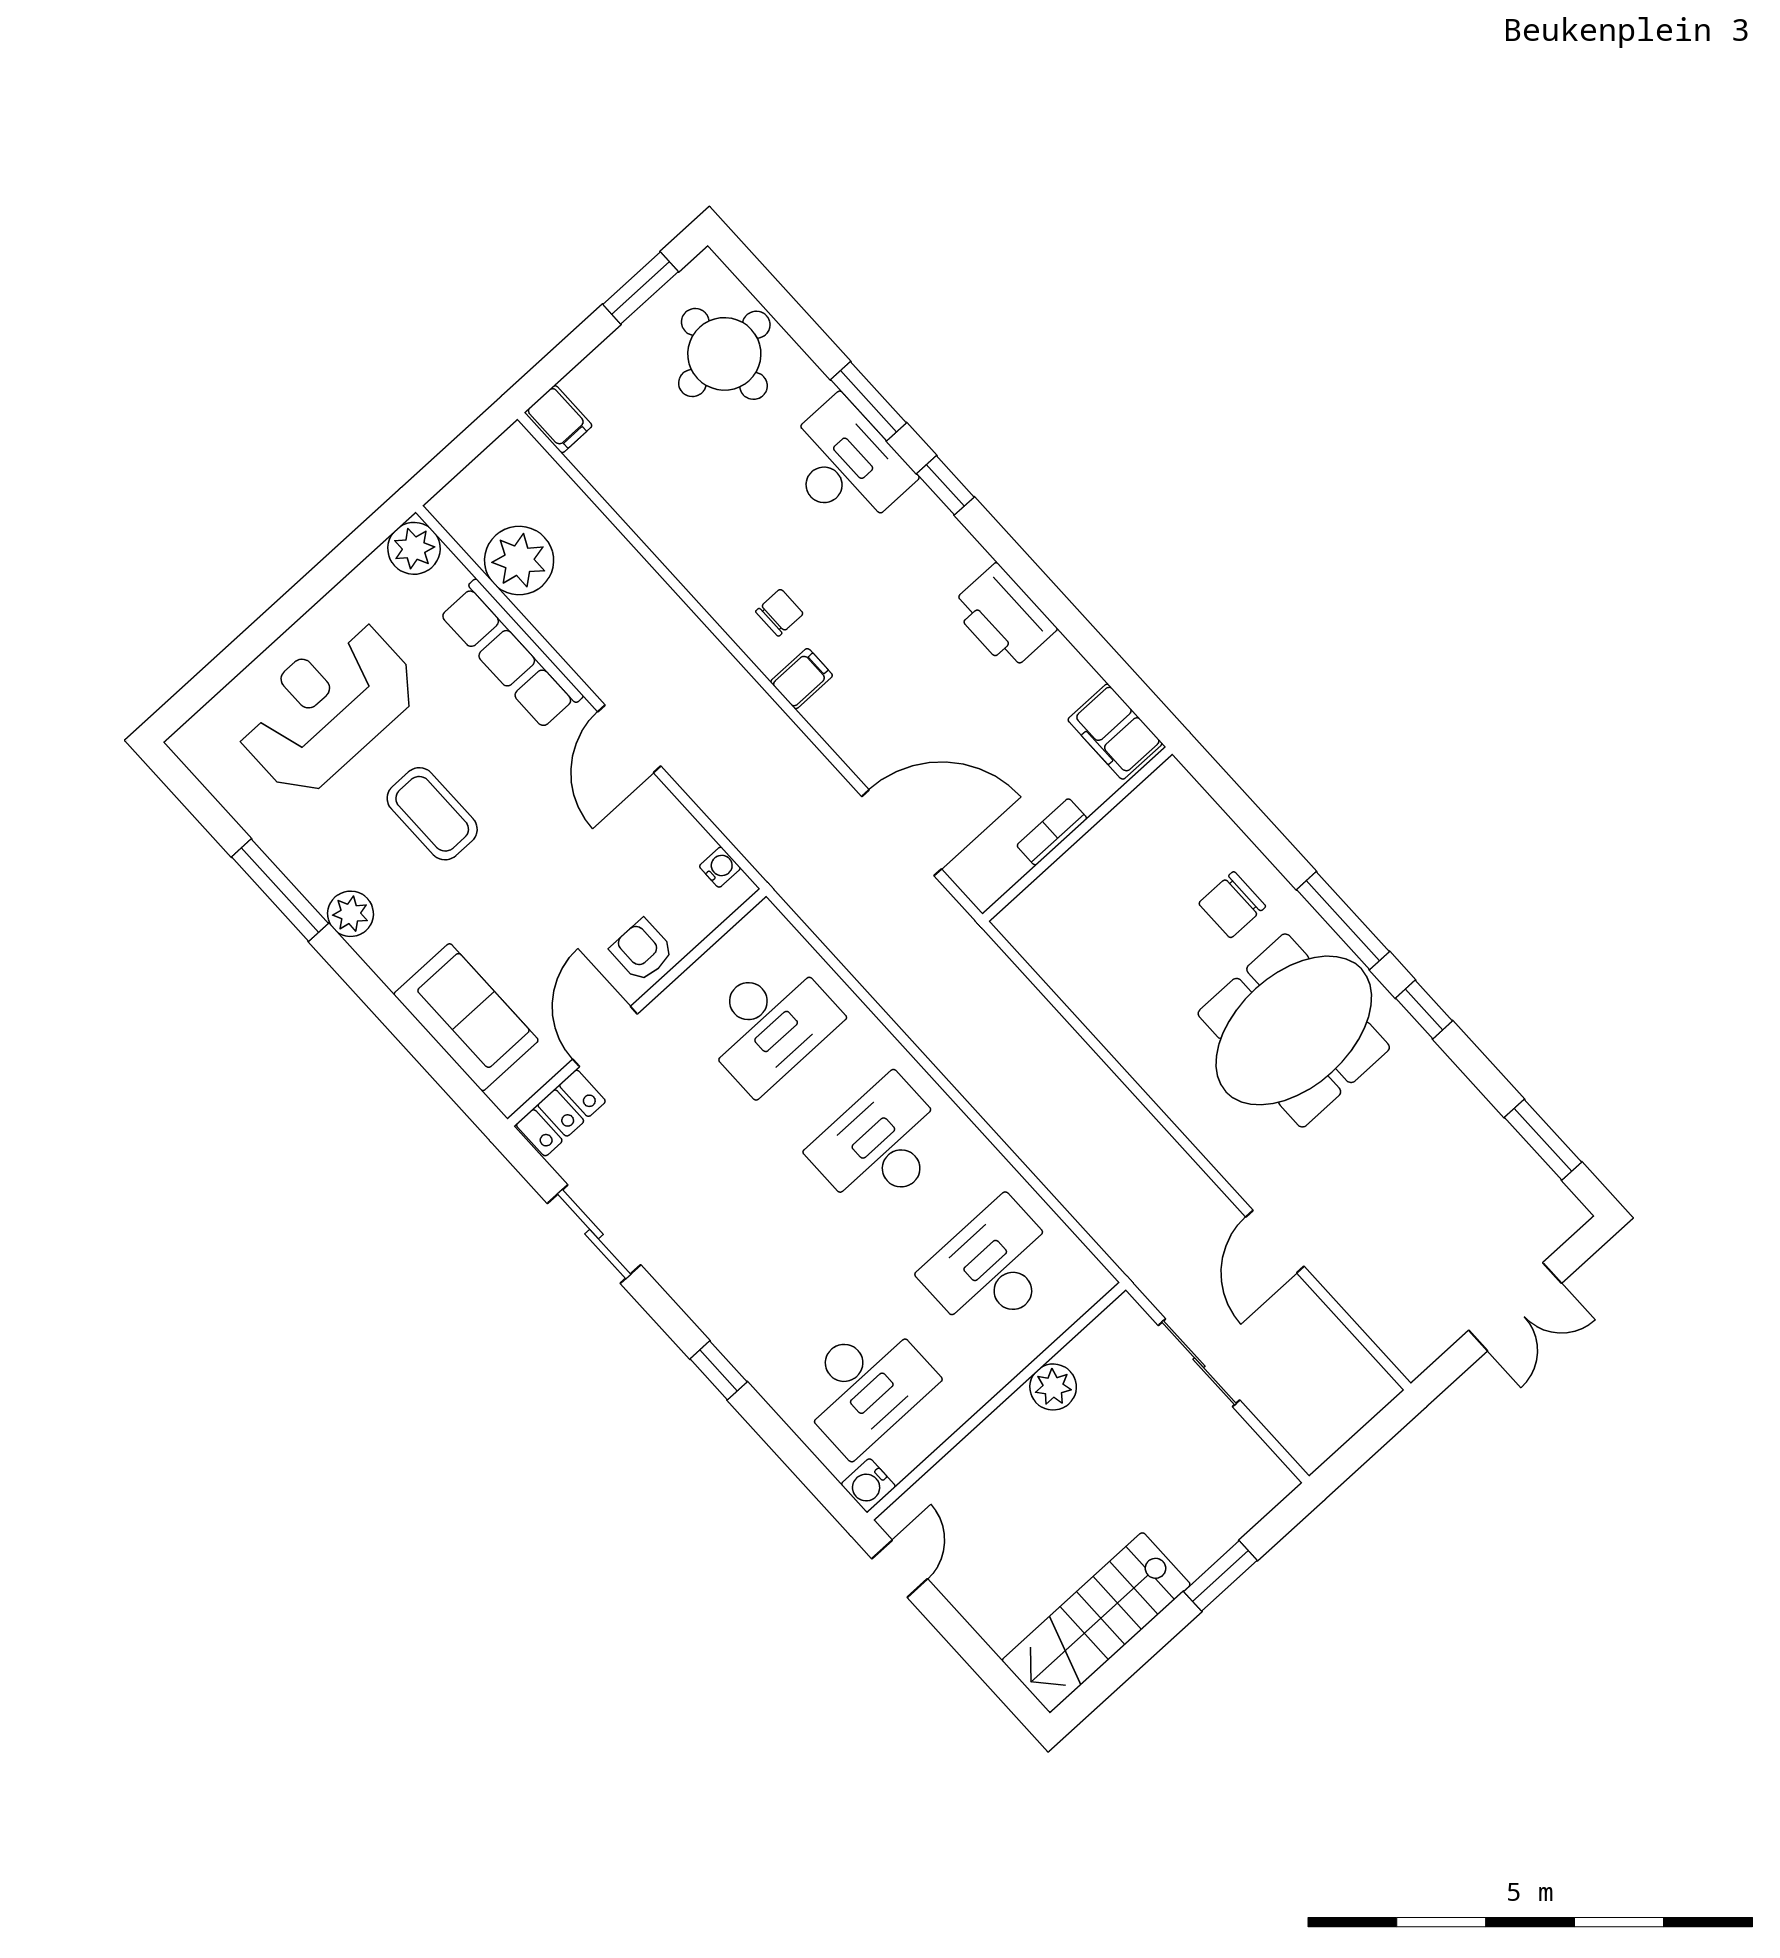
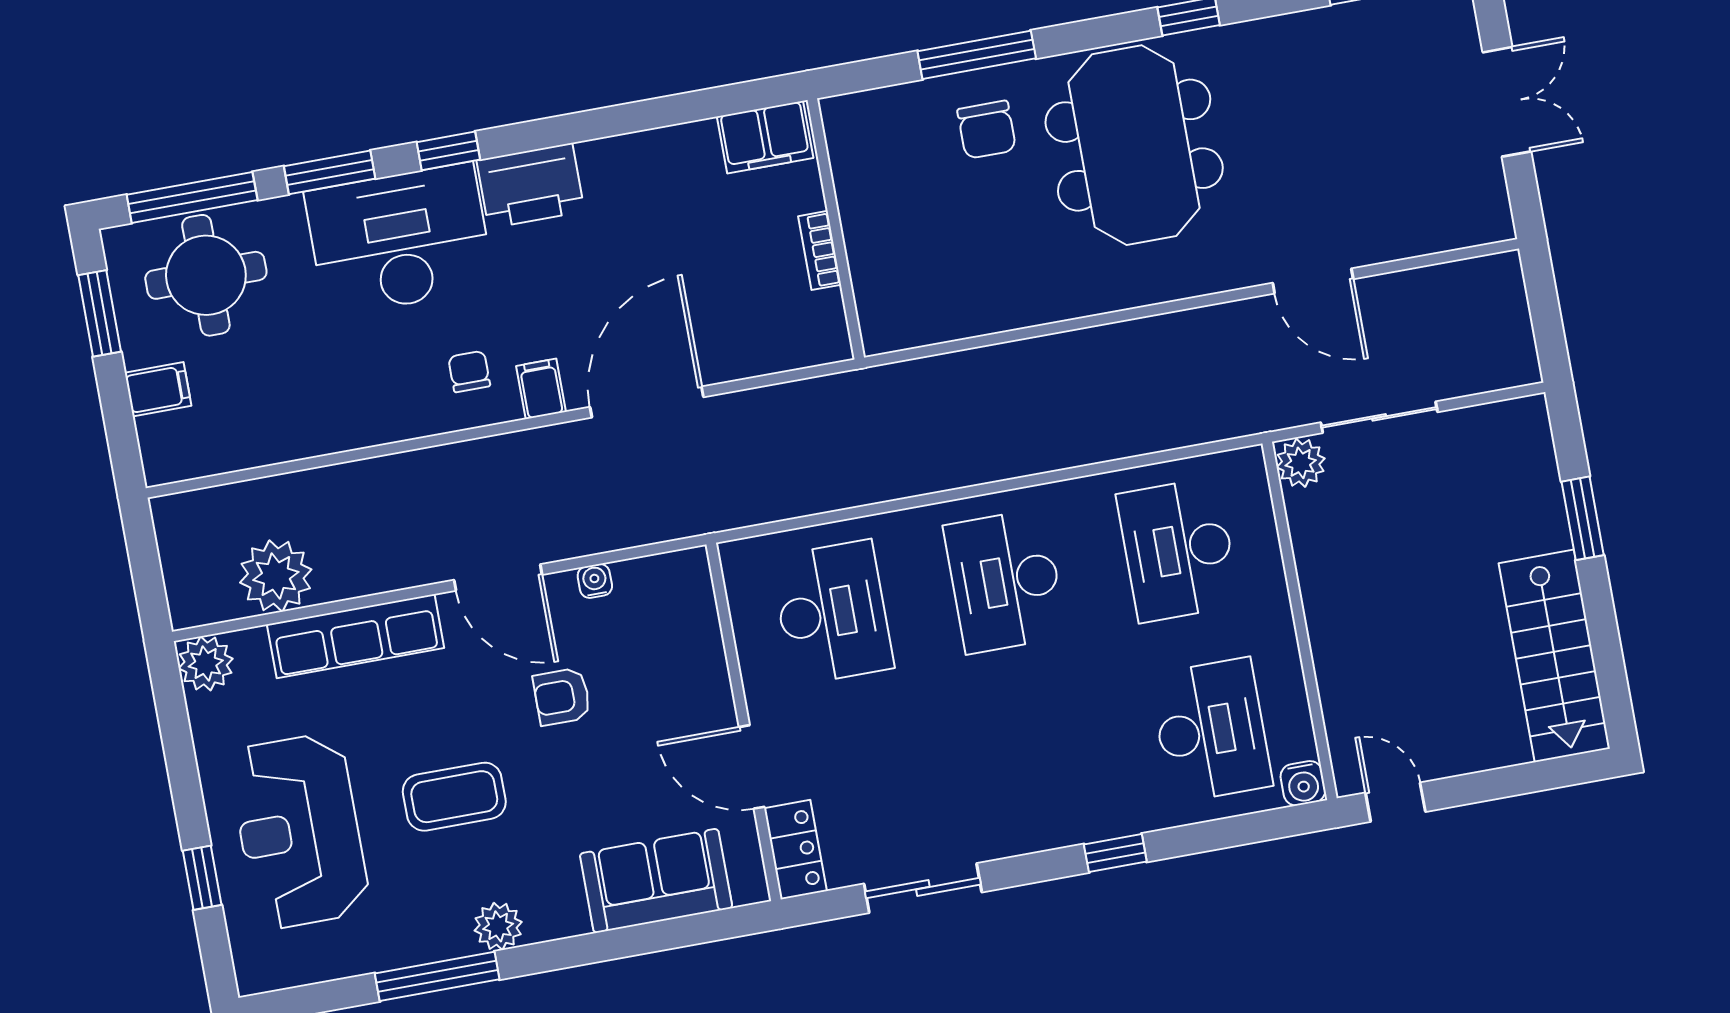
window: (780, 304) -> (192, 197), added
filing cabinet: (558, 419) -> (158, 389), moved
desk: (845, 465) -> (399, 240), width x1.36, depth x1.30
printer: (1003, 617) -> (531, 186), moved
window: (241, 653) -> (202, 878), added
door: (902, 833) -> (647, 402), moved
water cooler: (720, 867) -> (595, 581), moved
window: (1343, 921) -> (977, 55), moved
armchair: (642, 951) -> (562, 697), moved
plant: (1053, 1387) -> (1301, 463), moved

